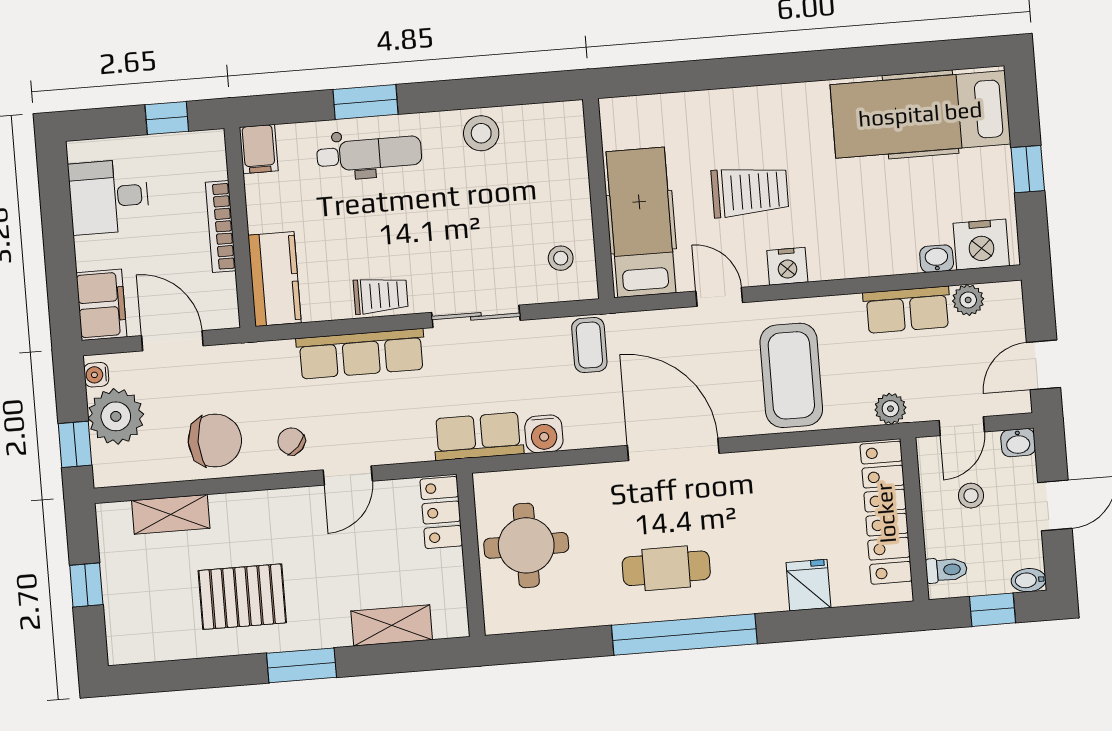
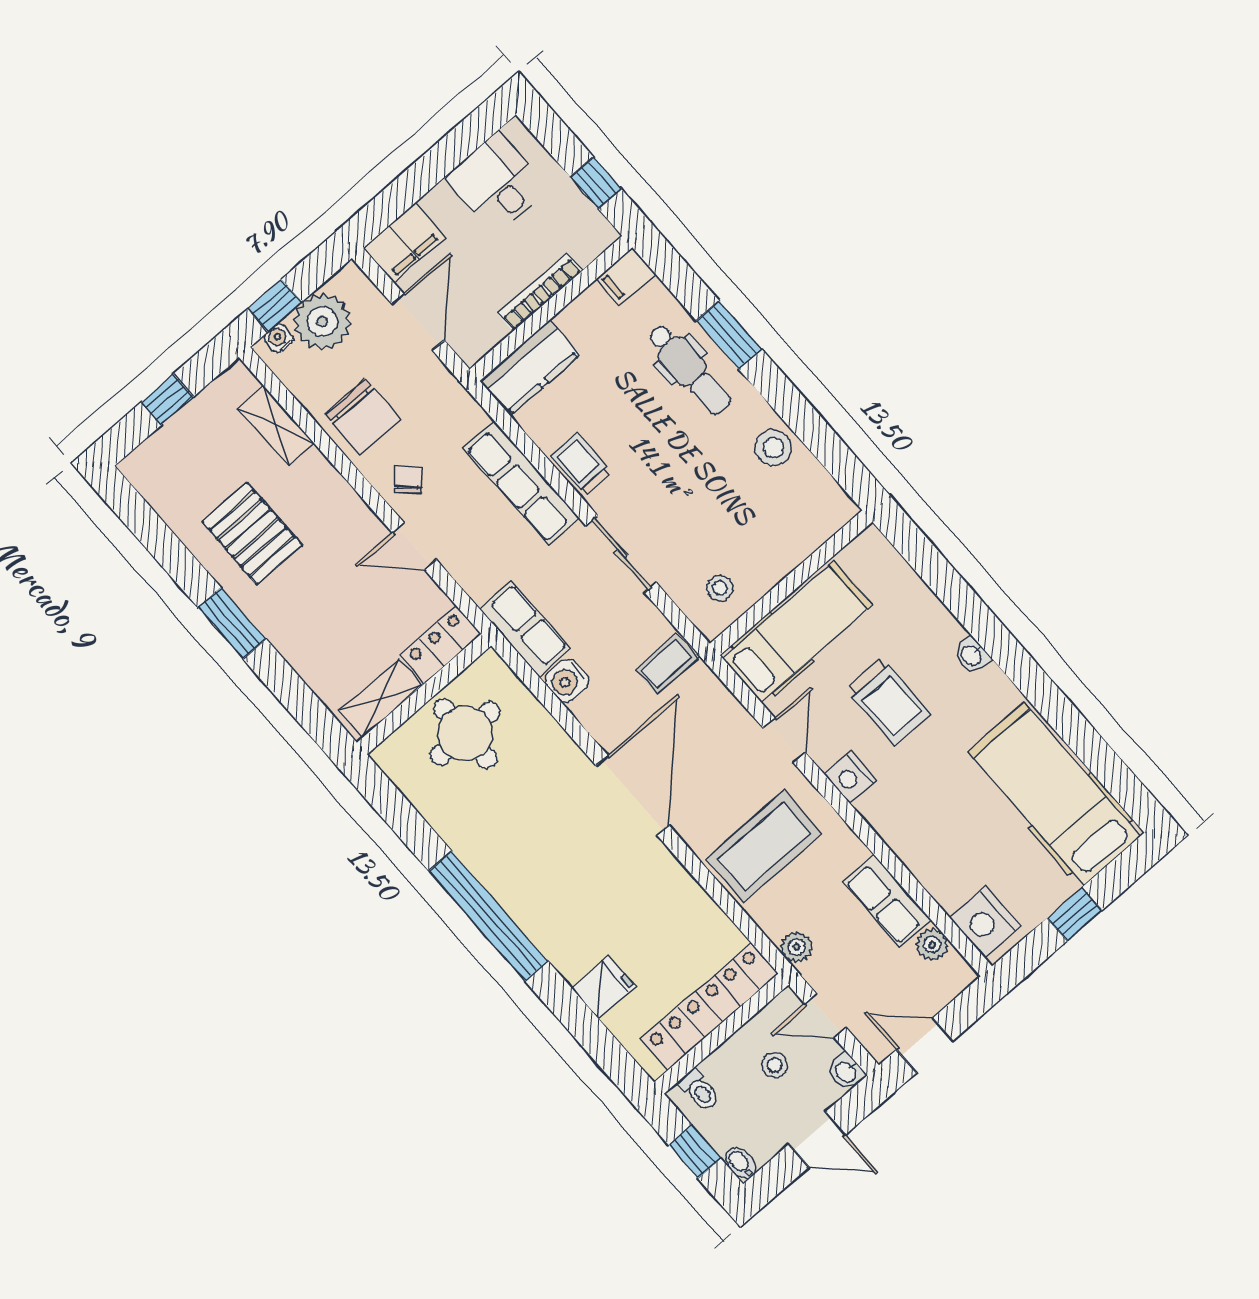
washbasin: (937, 259) -> (972, 655), moved, turned 180
trolley: (381, 295) -> (581, 464), turned 180
water cooler: (96, 375) -> (279, 338), moved
cafe table: (666, 568) -> (531, 861), removed
shelving: (392, 625) -> (381, 698), moved, turned 90

